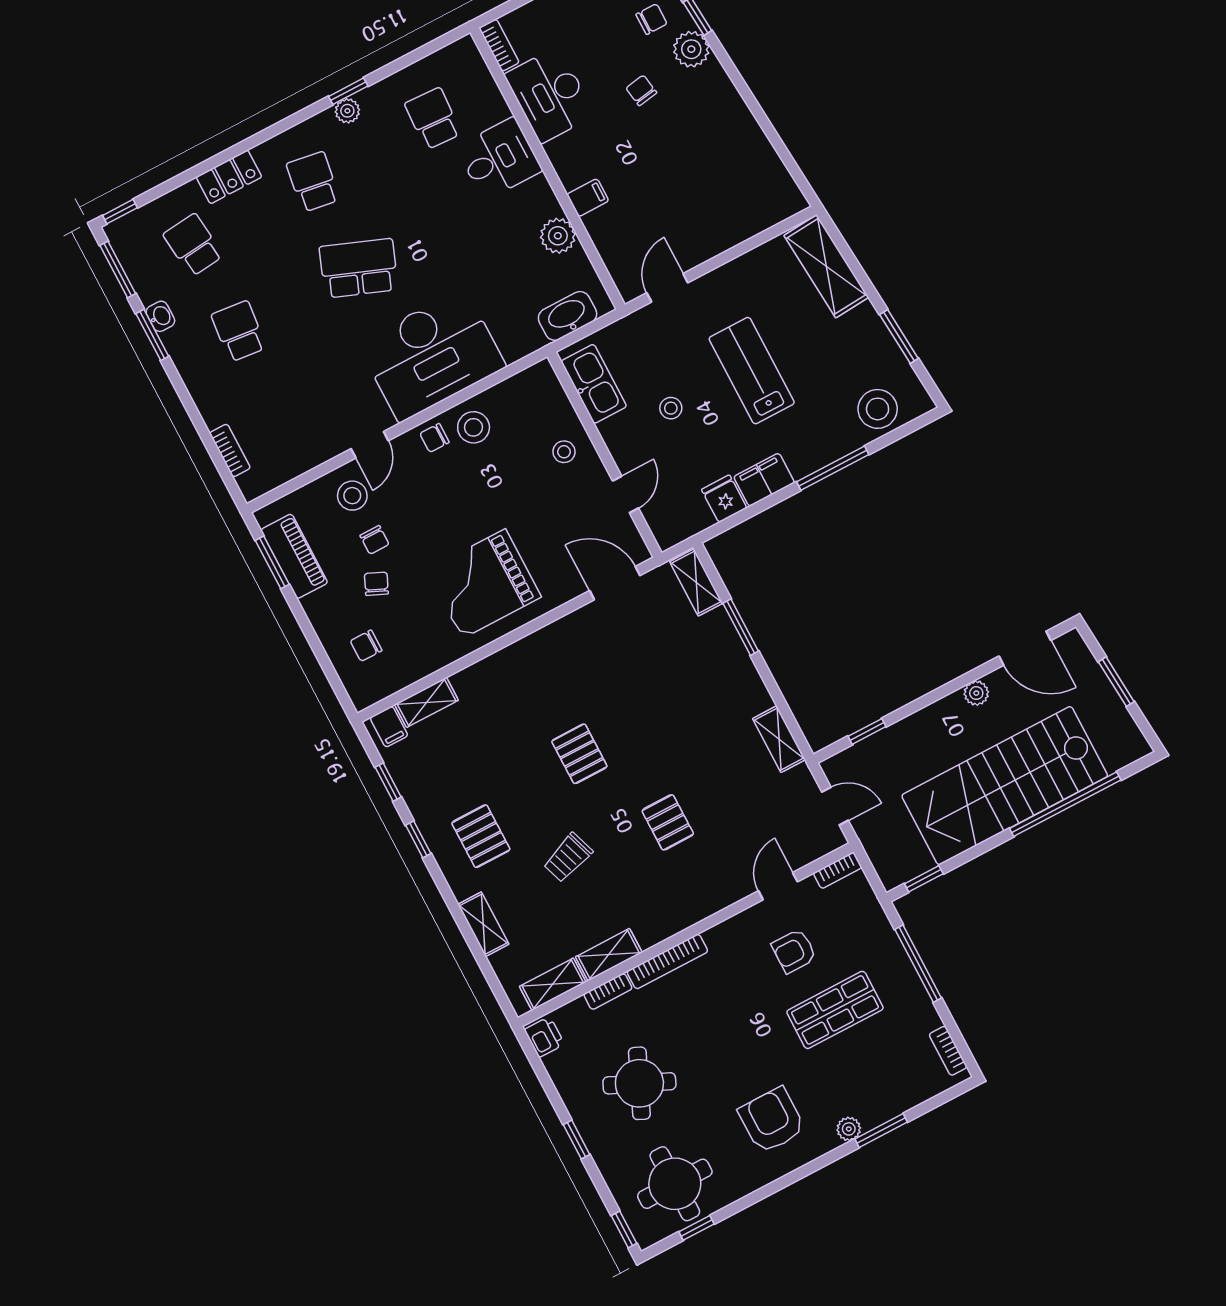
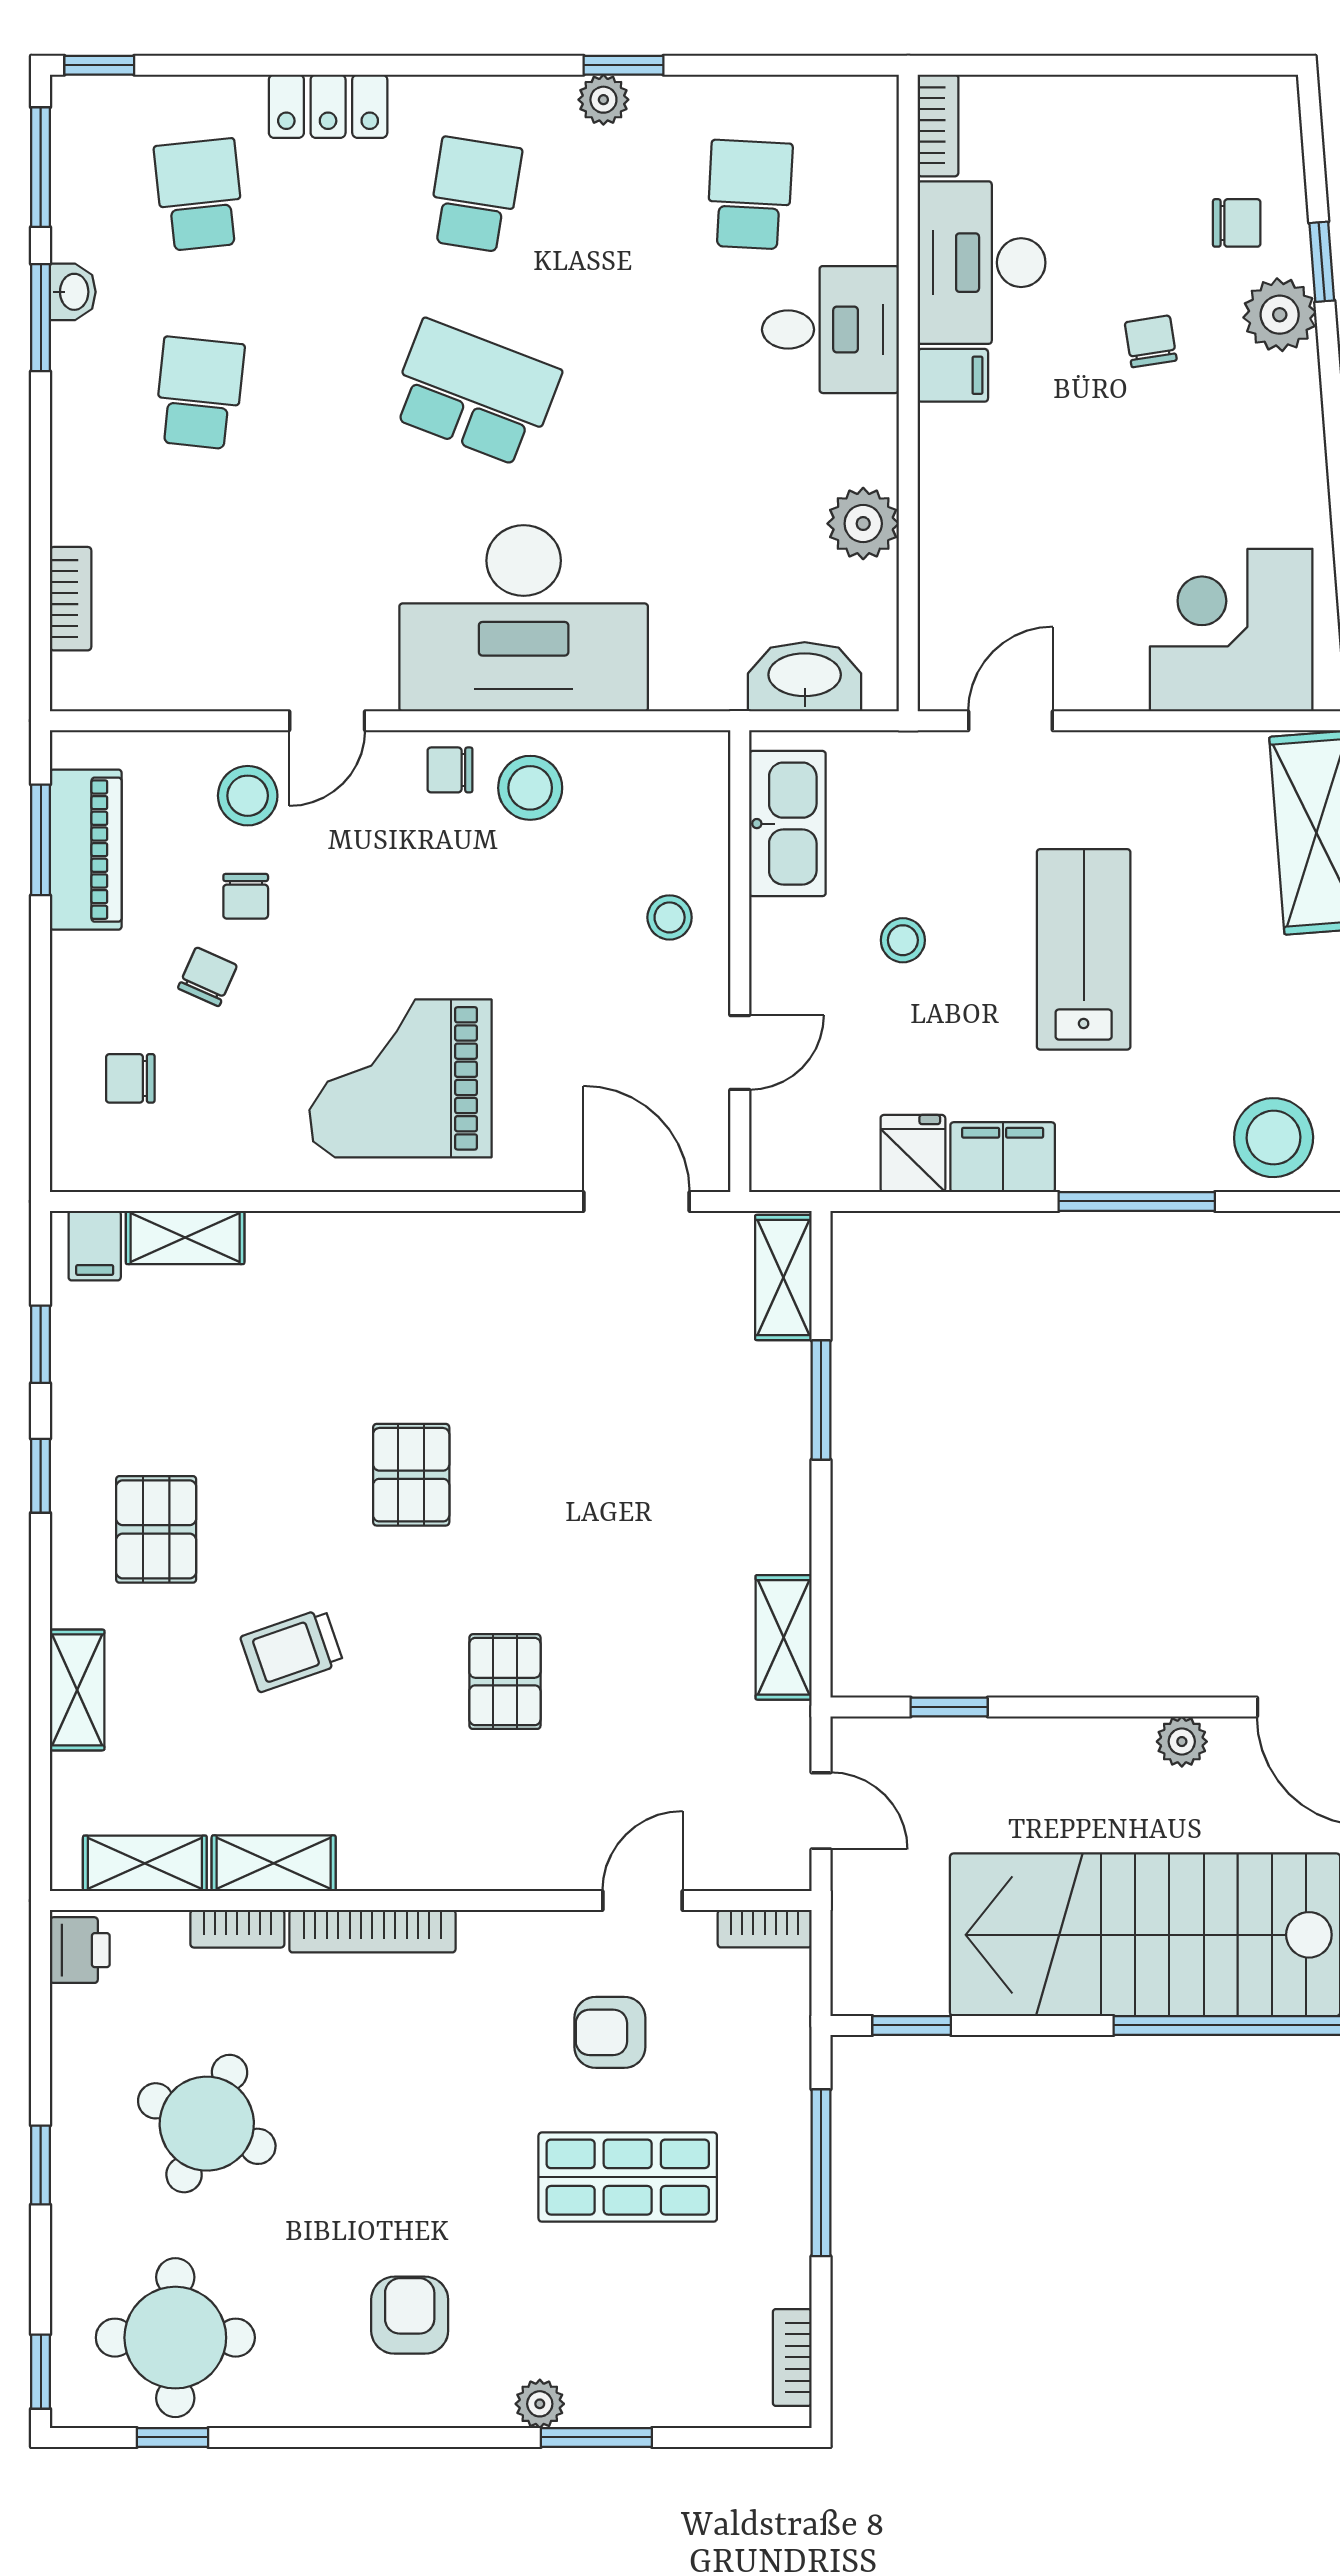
filing cabinet: (588, 198) -> (953, 375), moved
corner desk: (743, 198) -> (1231, 630), added
armchair: (772, 1120) -> (410, 2315), width x0.72, depth x0.72

